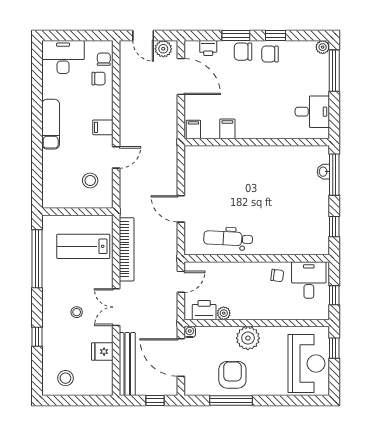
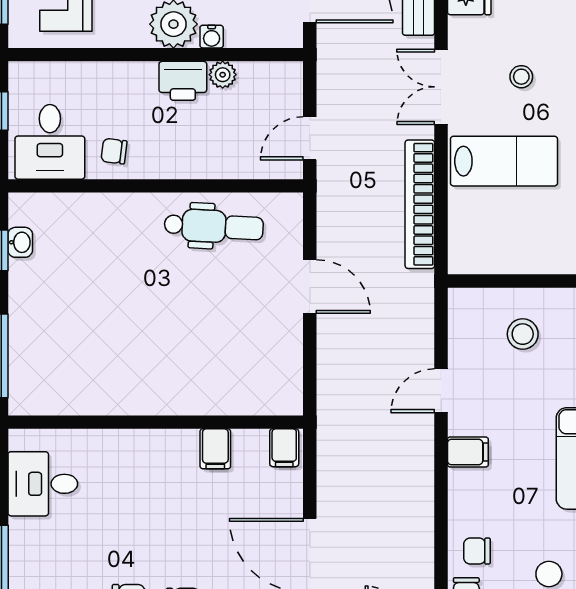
washbasin: (323, 172) -> (20, 242), moved
stool: (90, 181) -> (523, 334), moved
lab bench: (83, 246) -> (504, 161), moved
double door: (116, 307) -> (441, 87), swing flipped
printer: (204, 310) -> (183, 81), moved
water cooler: (190, 332) -> (212, 37), moved

